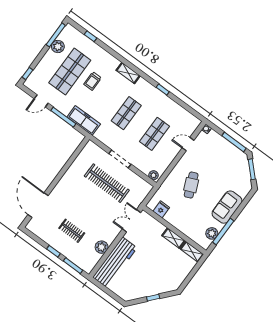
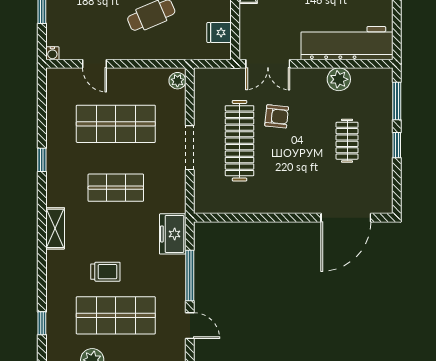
freezer: (84, 121) -> (173, 234), width x0.71
shop shelf: (155, 134) -> (116, 124), width x1.43, depth x1.36
armchair: (105, 207) -> (277, 116), added

